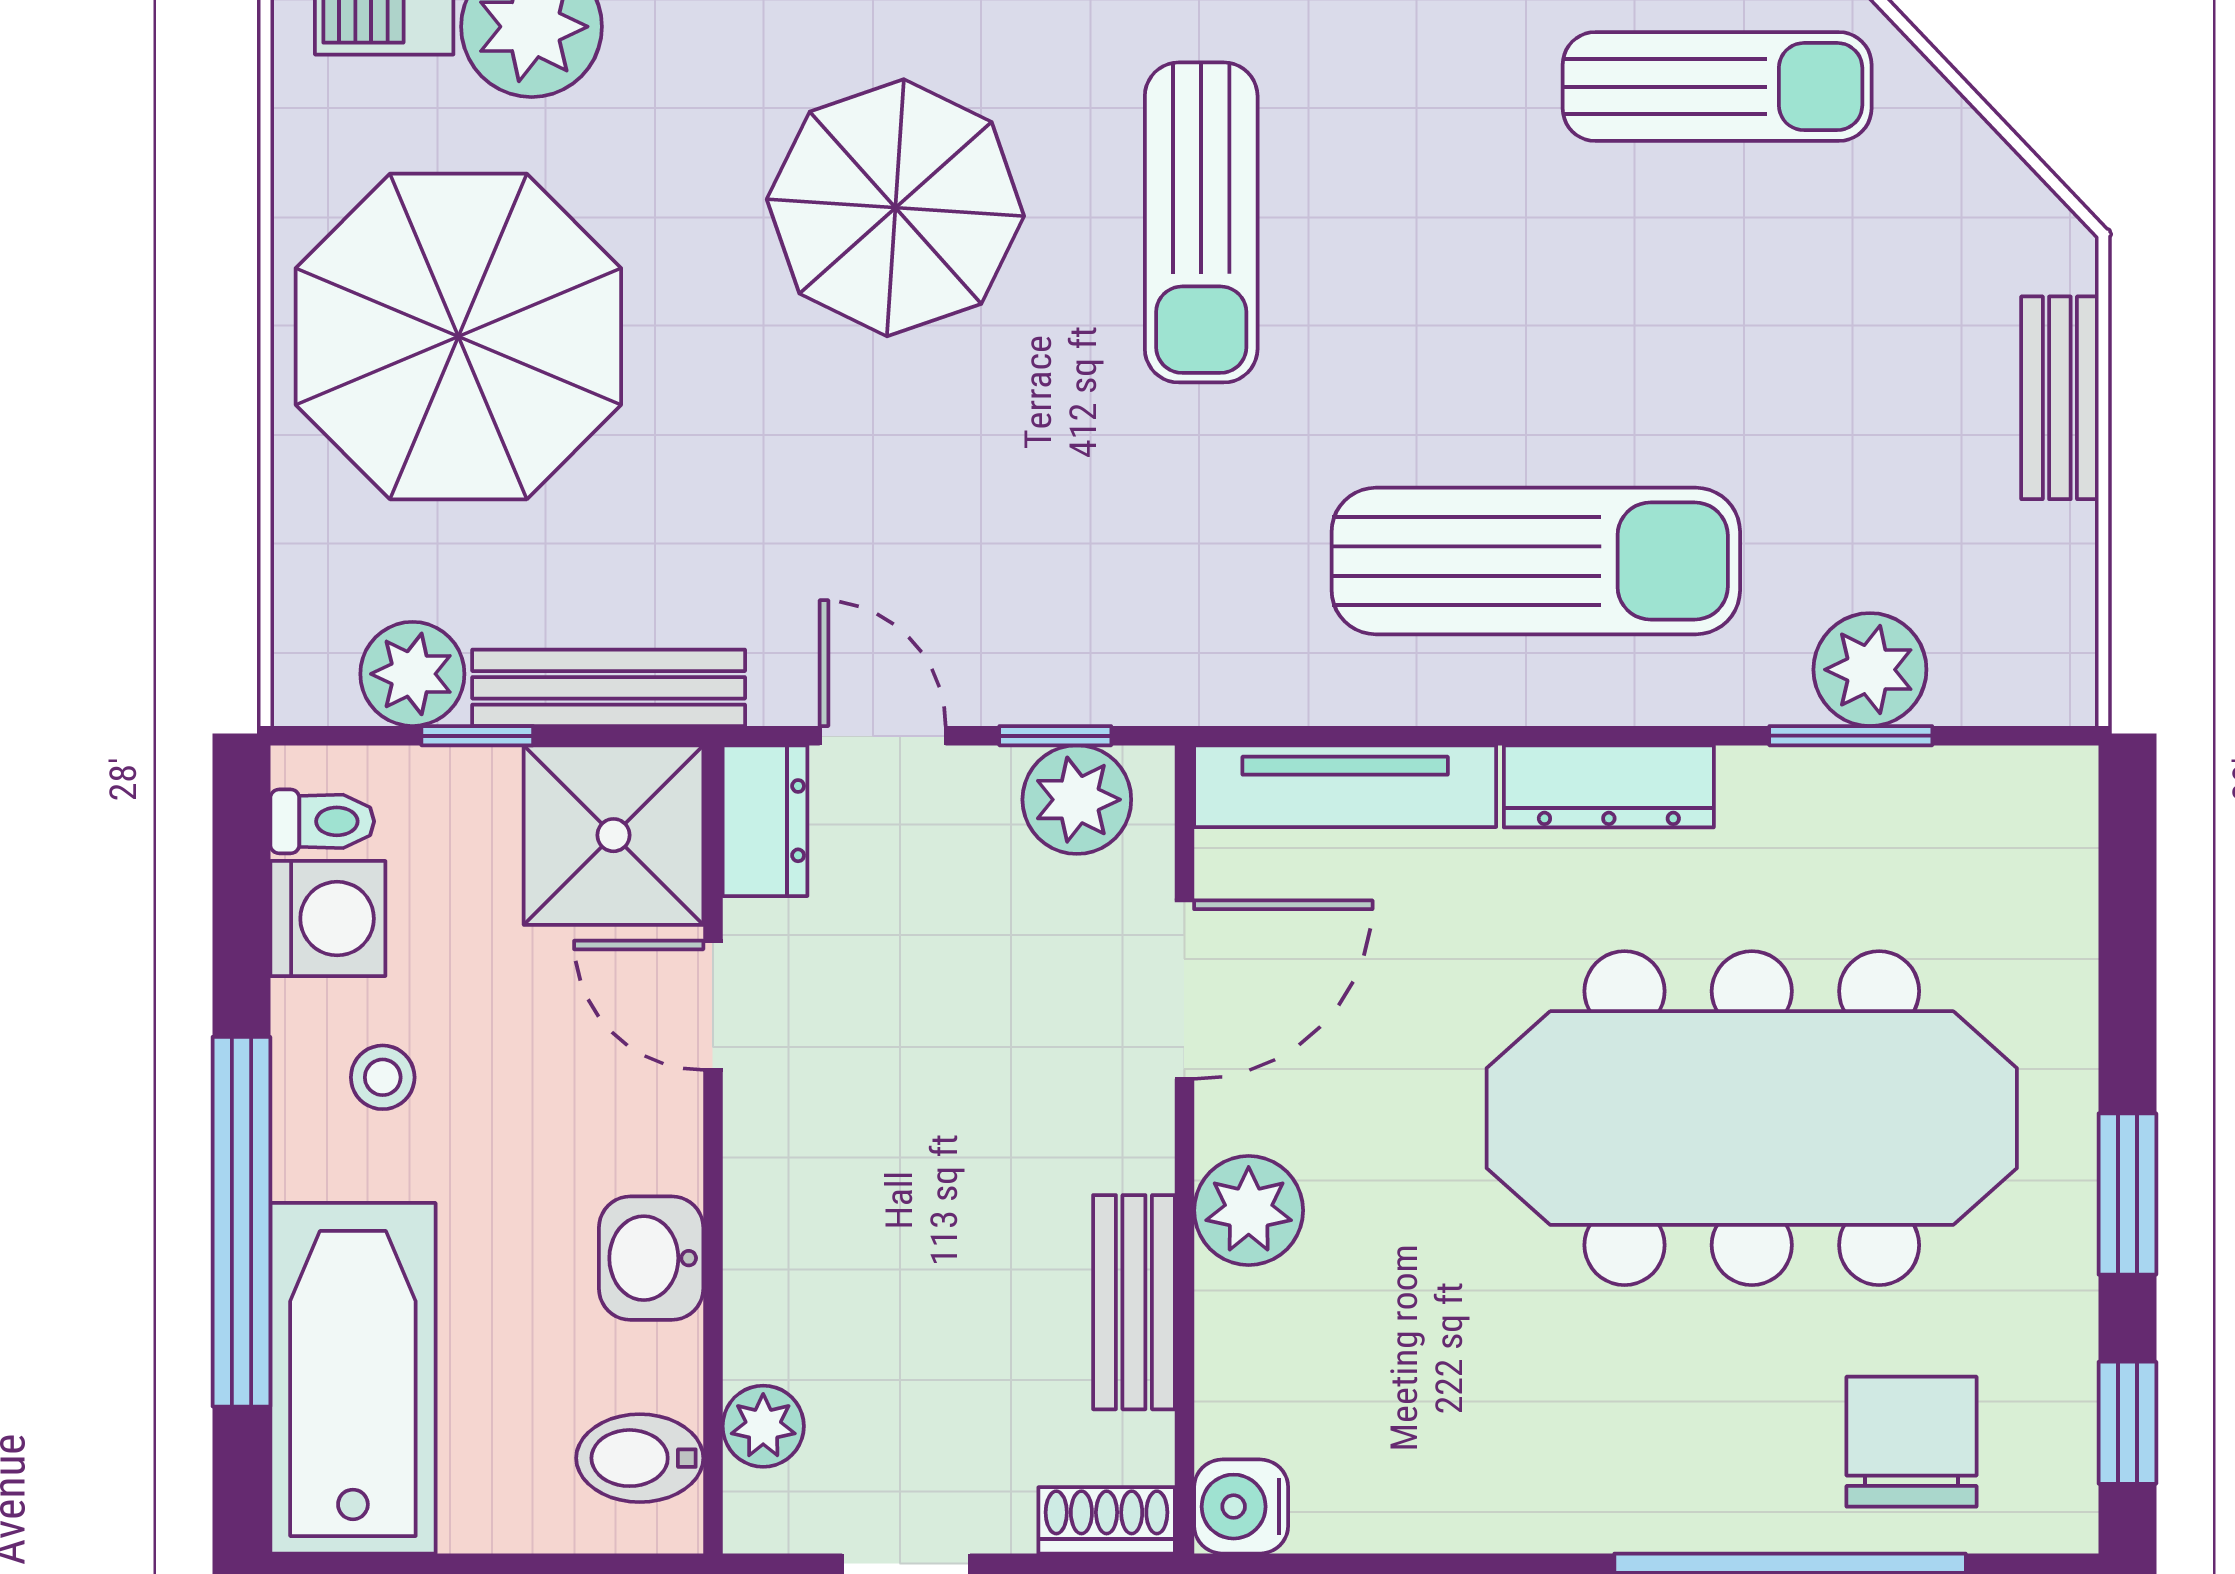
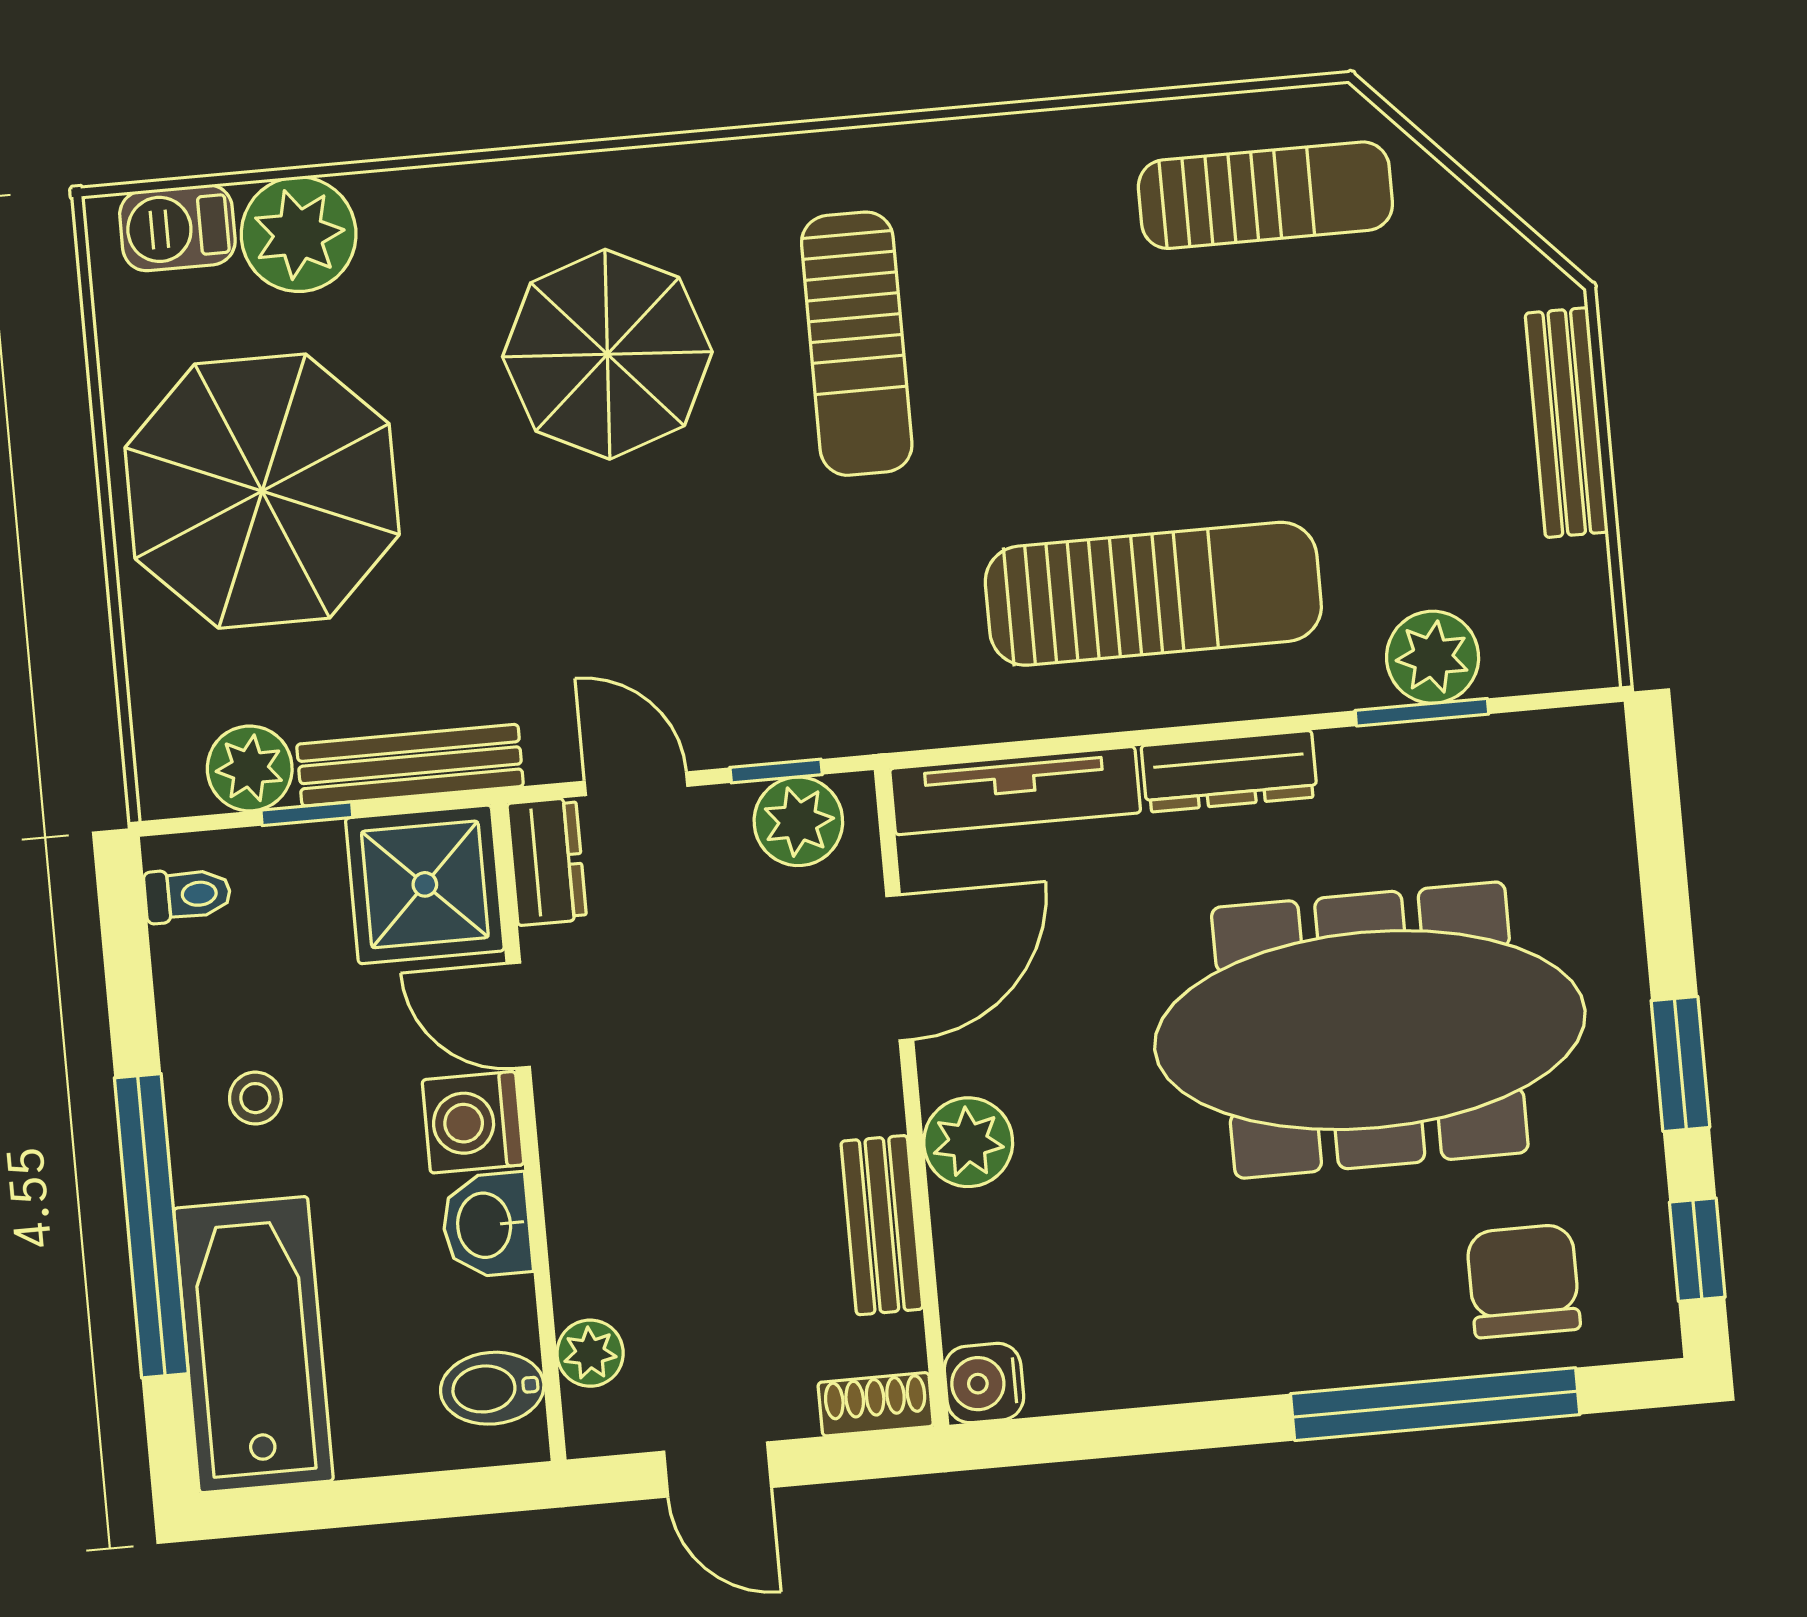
bench: (2060, 398) -> (1567, 423), width x1.36
washing machine: (328, 919) -> (473, 1122), moved, turned 180

